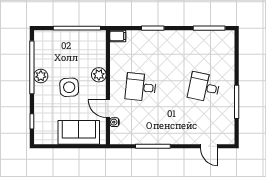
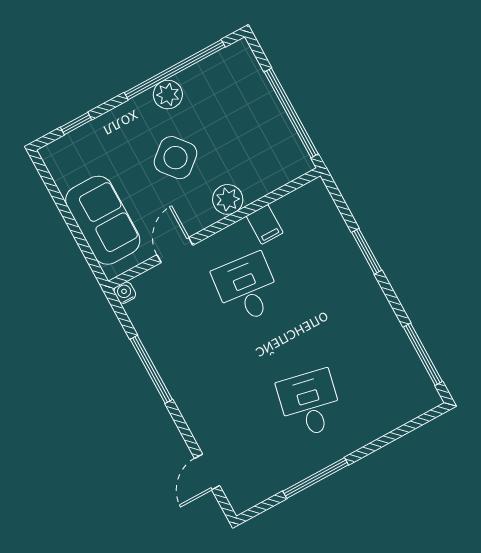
filing cabinet: (118, 36) -> (265, 224), moved
side table: (69, 87) -> (176, 158), turned -37
water cooler: (114, 122) -> (125, 293), moved

